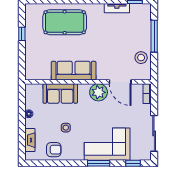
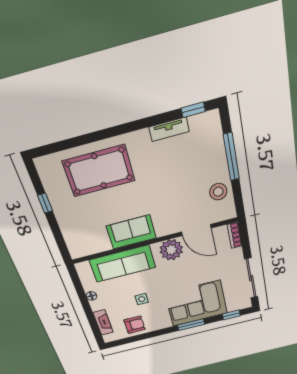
sofa: (74, 71) -> (131, 232), width x0.73
sofa: (60, 93) -> (123, 264), width x1.36

